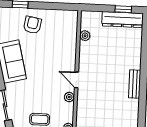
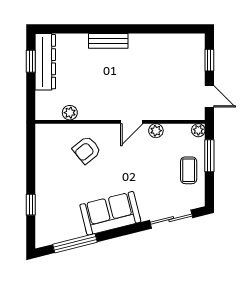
armchair: (32, 25) -> (87, 150), moved, turned -49
bench: (135, 84) -> (108, 41), moved

